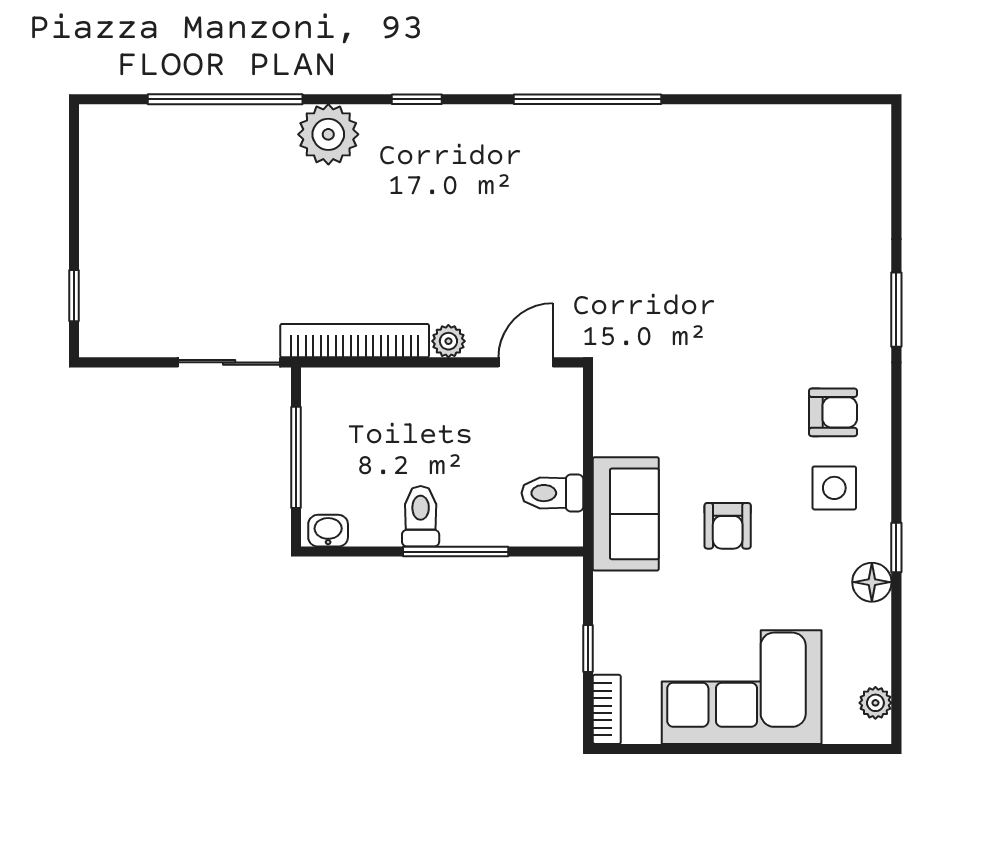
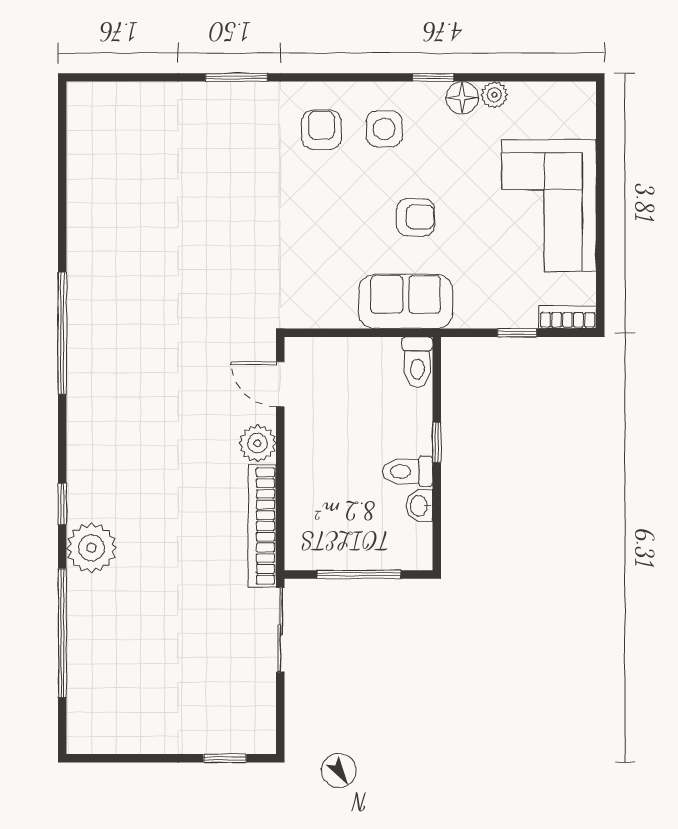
window: (417, 99) -> (62, 504), moved
plant: (448, 341) -> (258, 443), width x1.38, depth x1.38
toilet: (552, 493) -> (417, 362), moved
washbasin: (328, 531) -> (420, 506), moved
window: (456, 552) -> (437, 442), width x0.46
plant: (875, 703) -> (494, 95), moved

